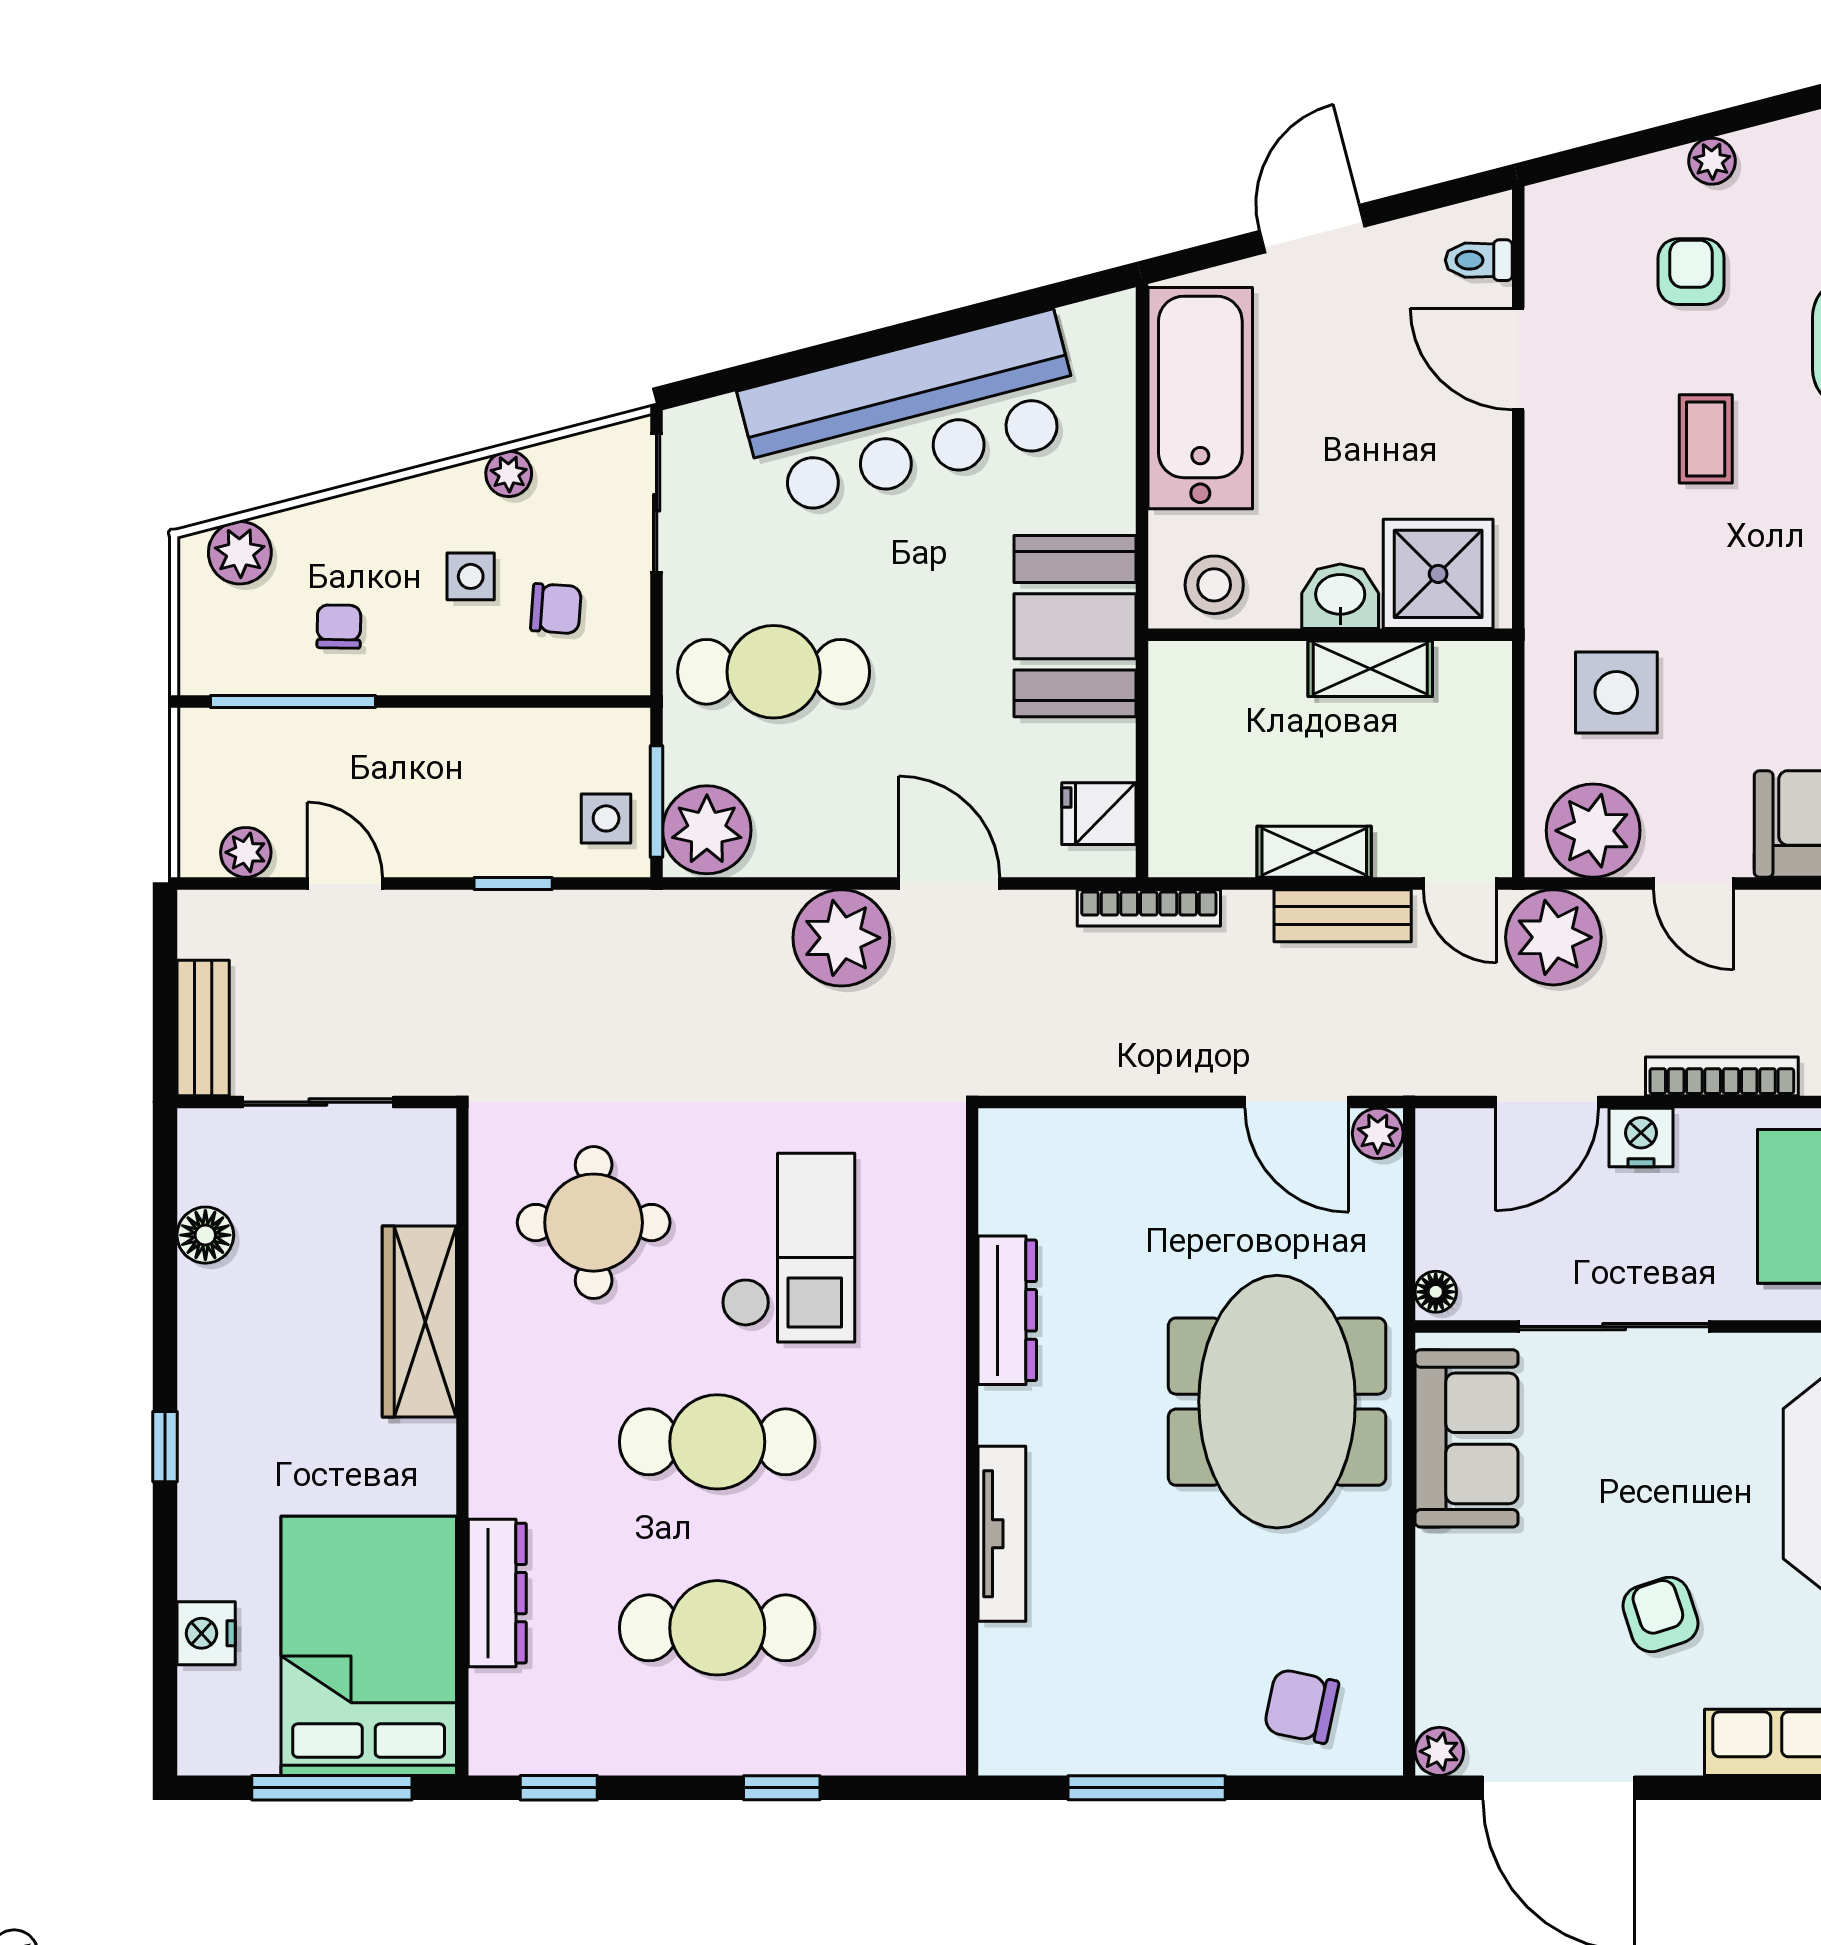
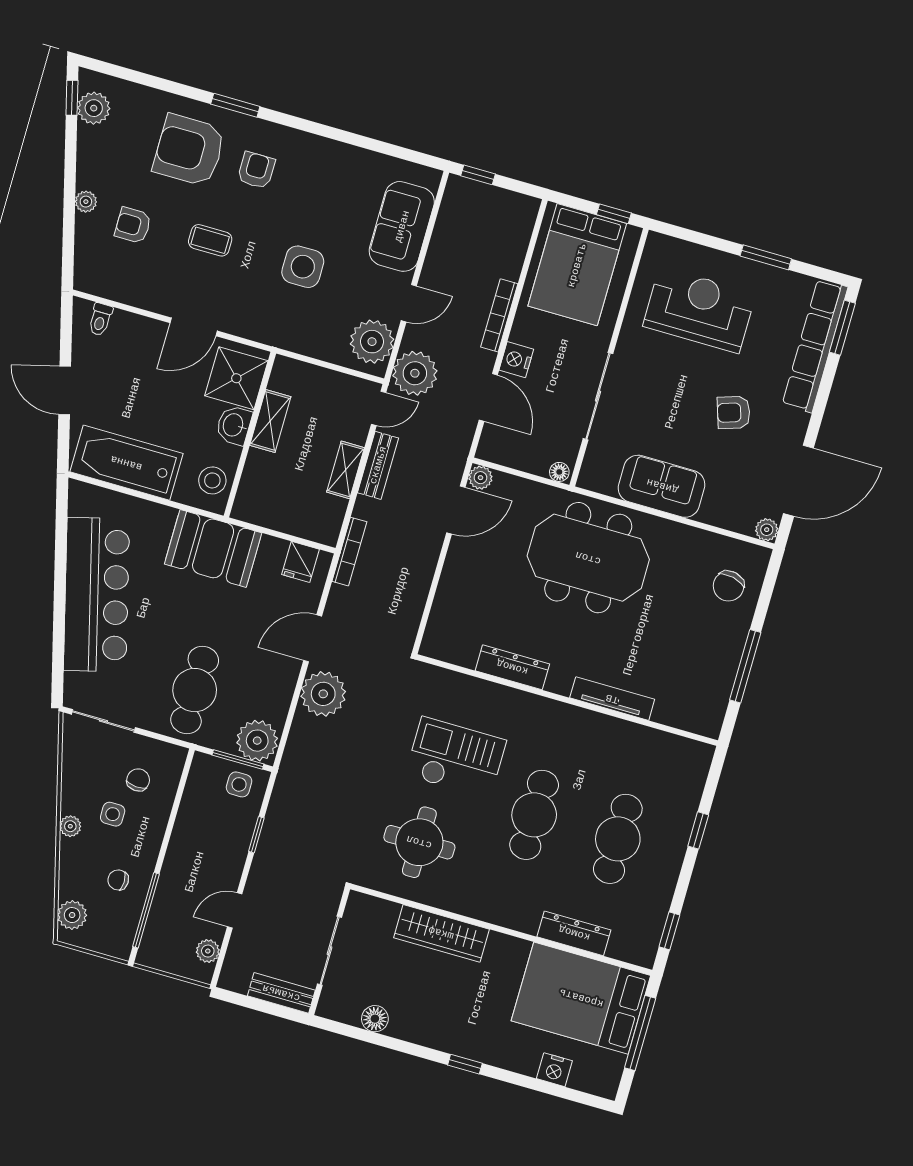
door: (1518, 359) -> (194, 327), moved
plant: (509, 474) -> (70, 826), moved
side table: (1616, 692) -> (303, 267), moved
sofa: (1467, 1438) -> (662, 486), moved

